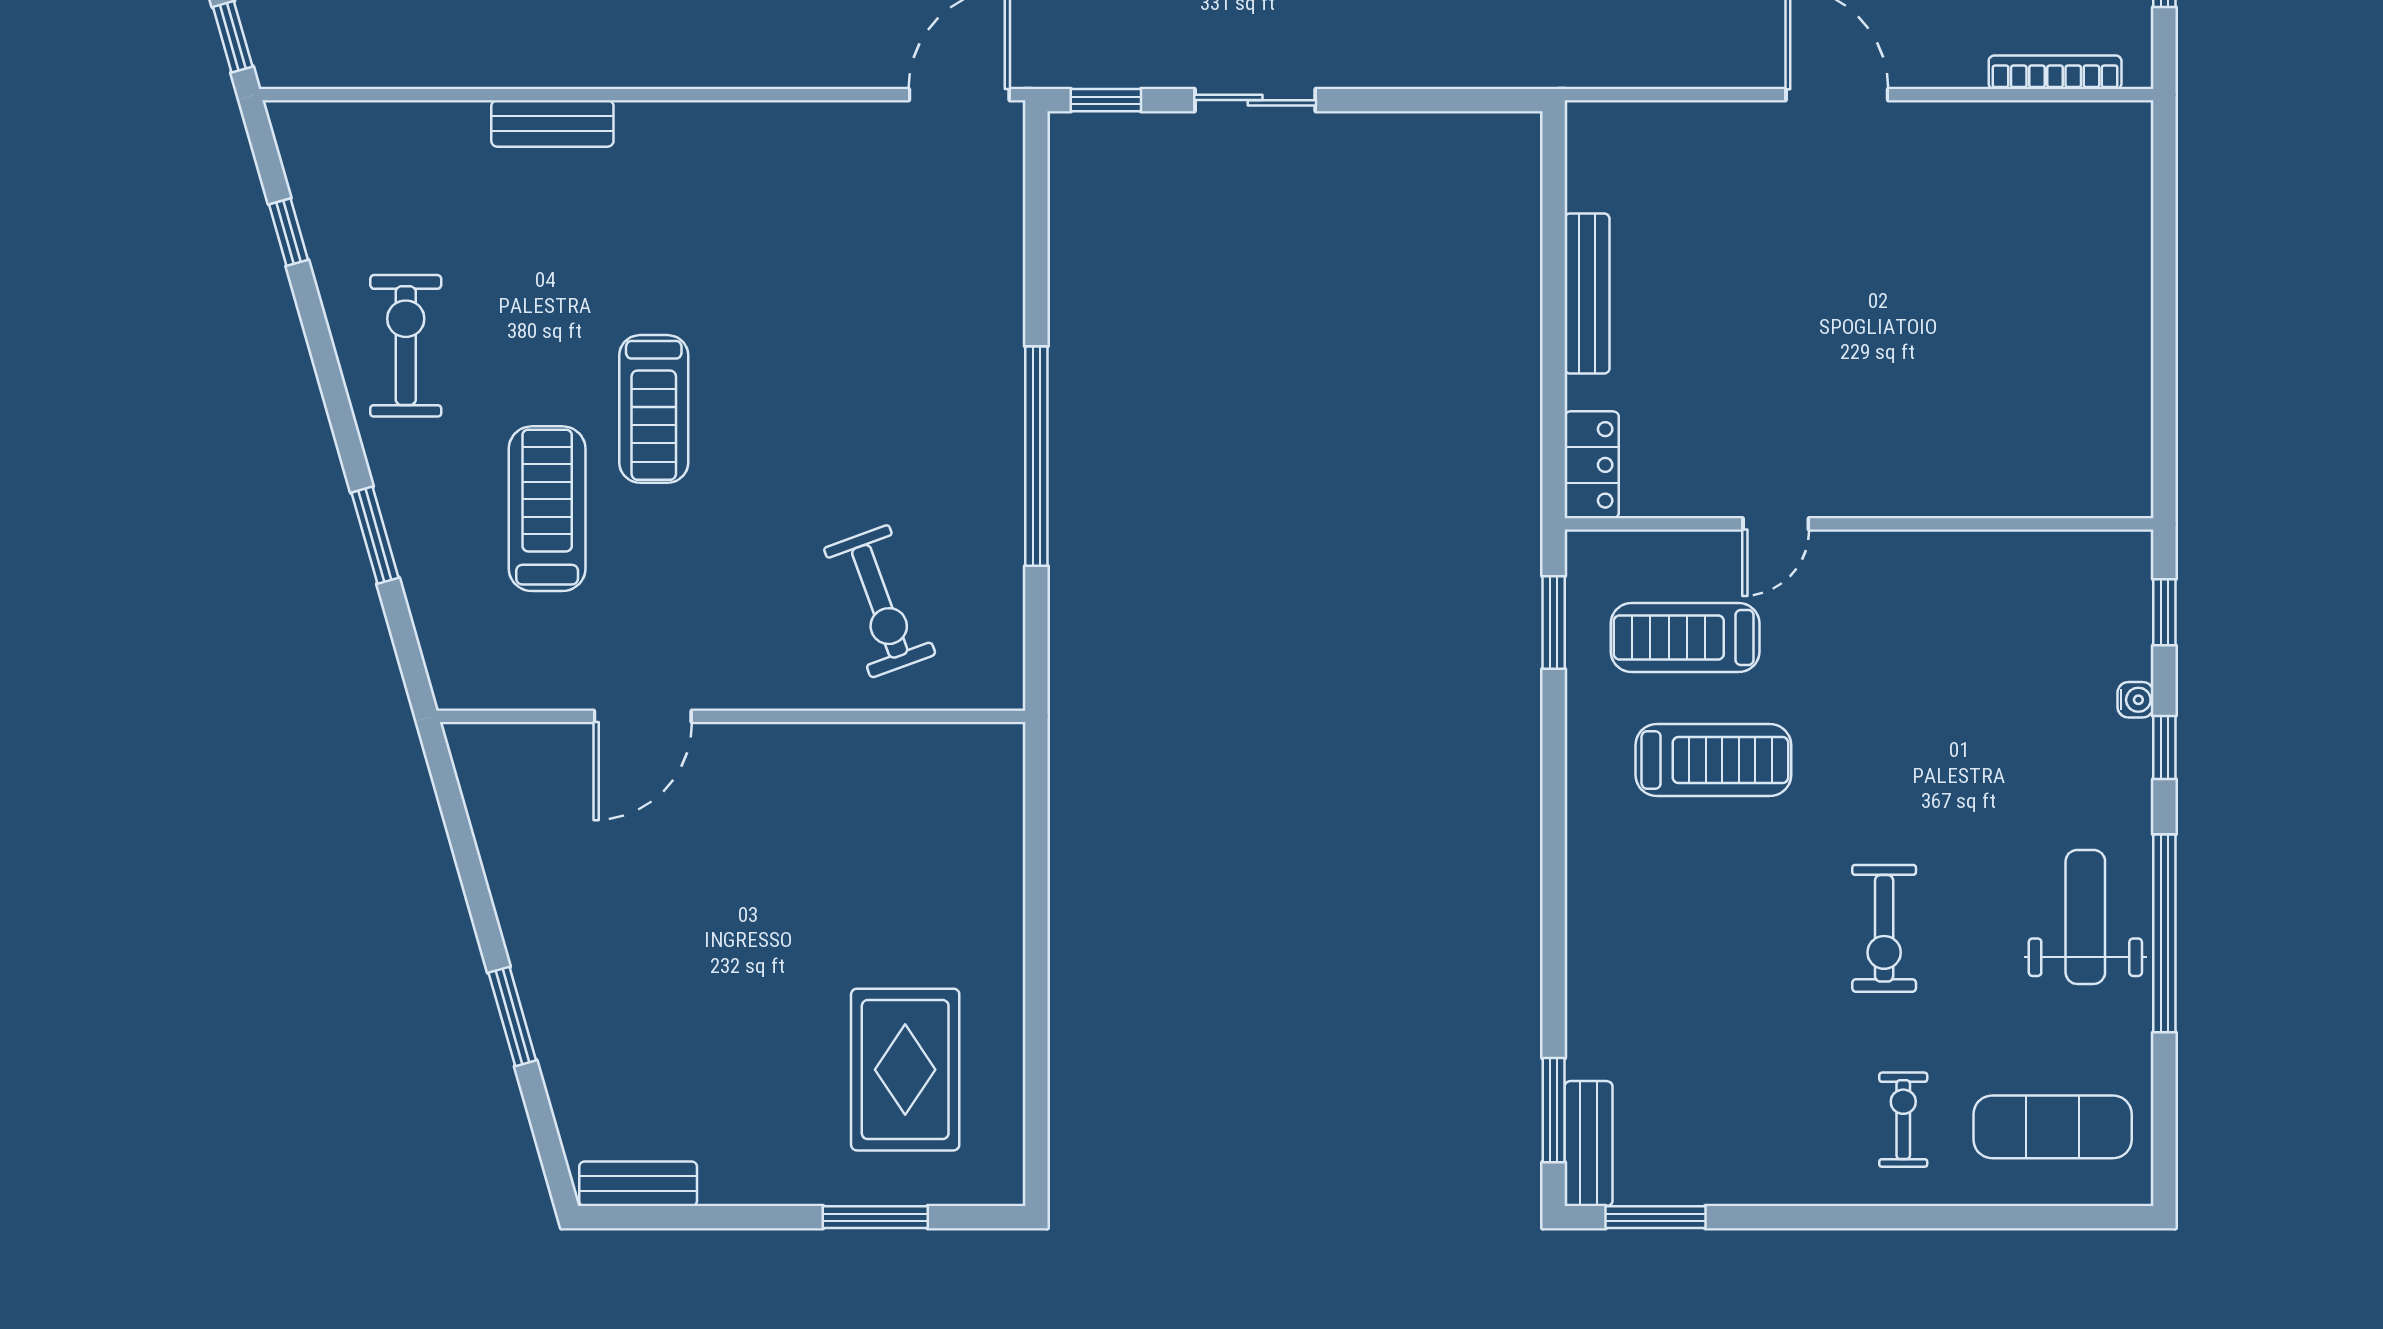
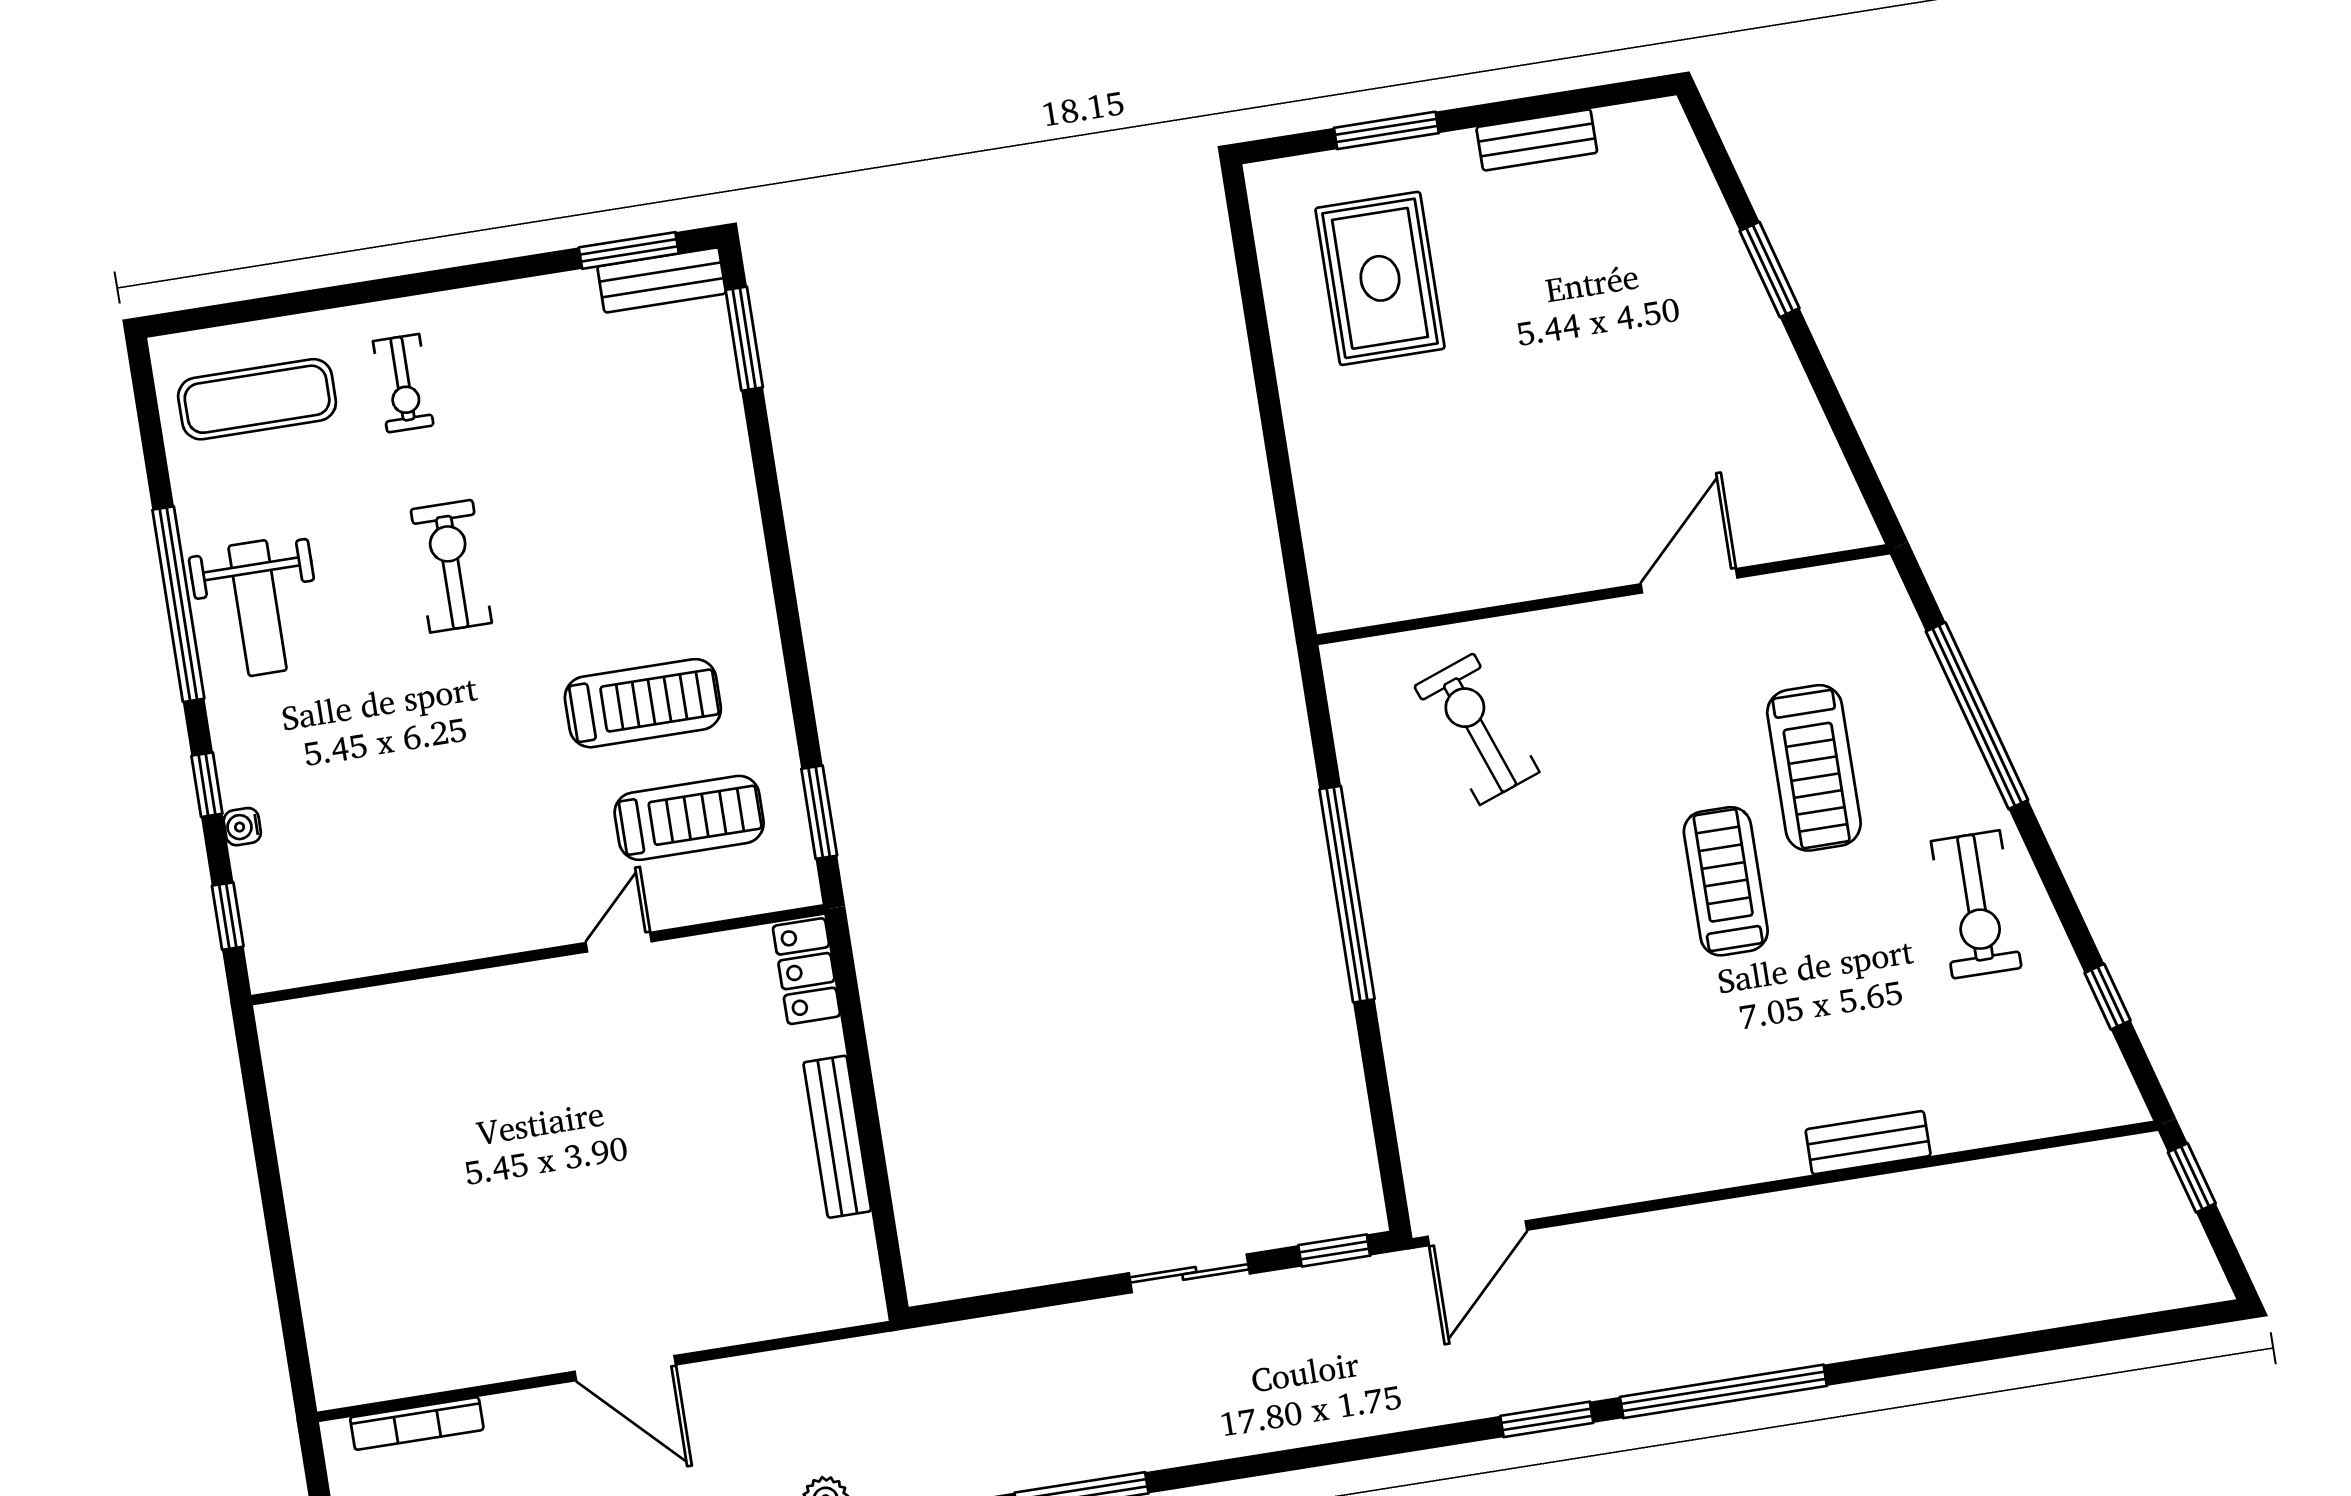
window: (375, 535) -> (1977, 716), width x2.11
treadmill: (1713, 760) -> (643, 703), turned 180
bench: (1588, 1144) -> (662, 280), moved, turned 90
bench: (638, 1184) -> (1537, 140), moved

